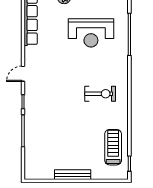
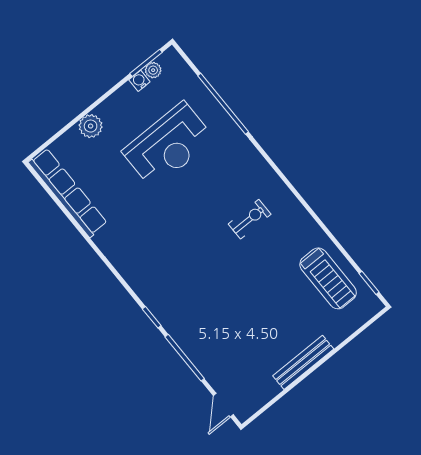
door: (23, 74) -> (223, 405), moved
exercise bike: (100, 94) -> (250, 219), width x0.73, depth x0.72
treadmill: (113, 147) -> (328, 278), turned 180

